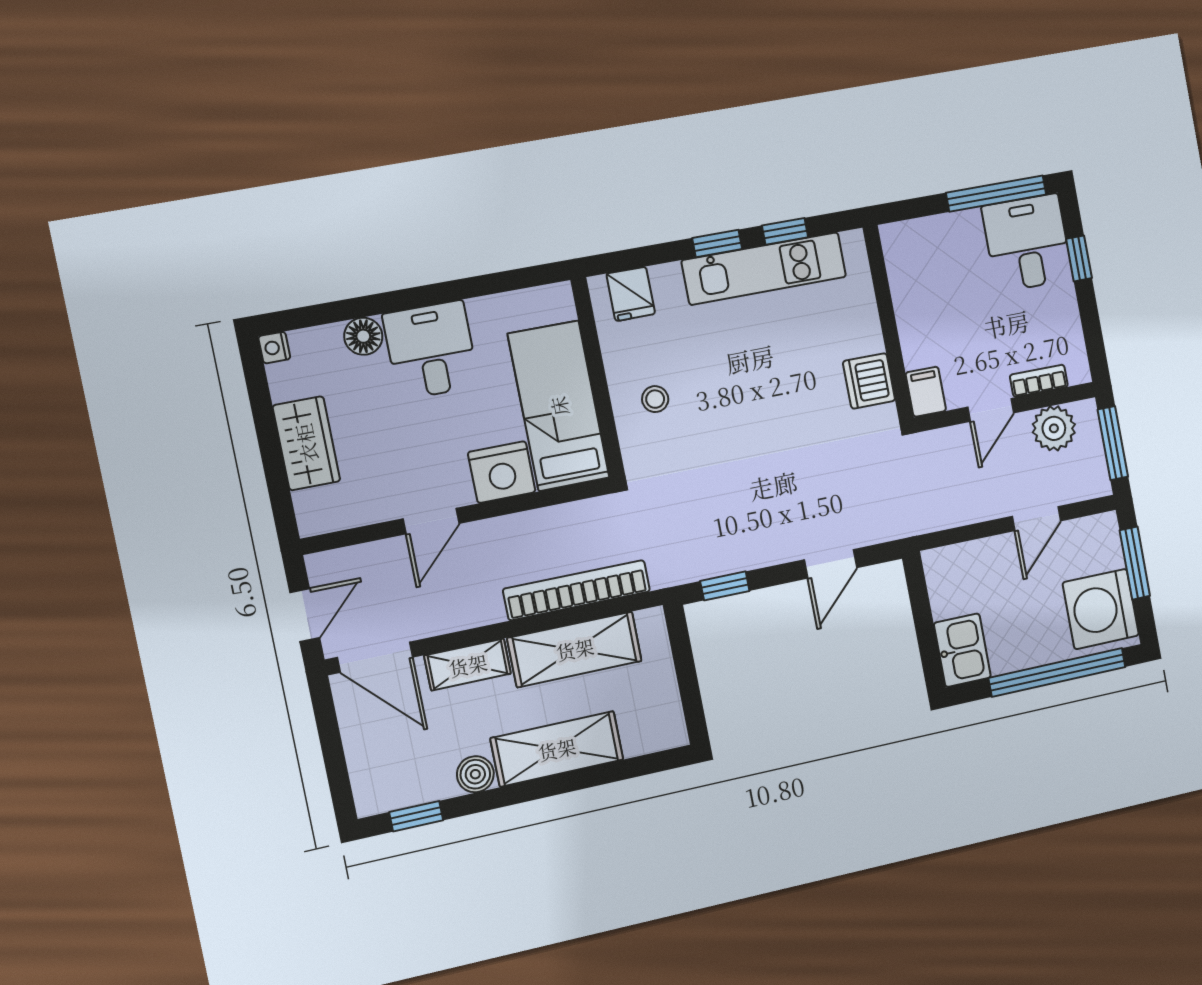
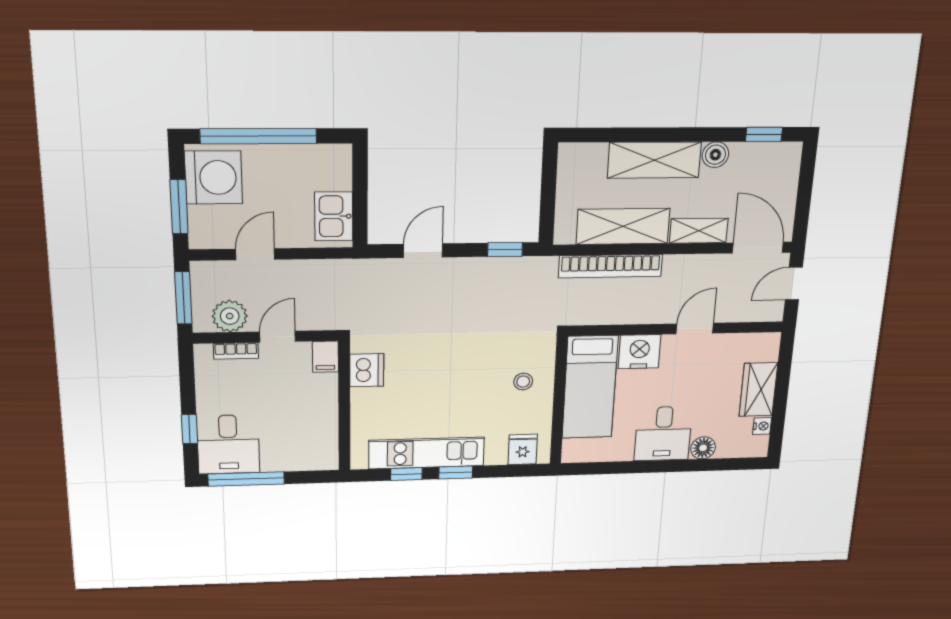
nightstand: (274, 348) -> (762, 426), moved
kitchen sink: (962, 650) -> (334, 216), moved

